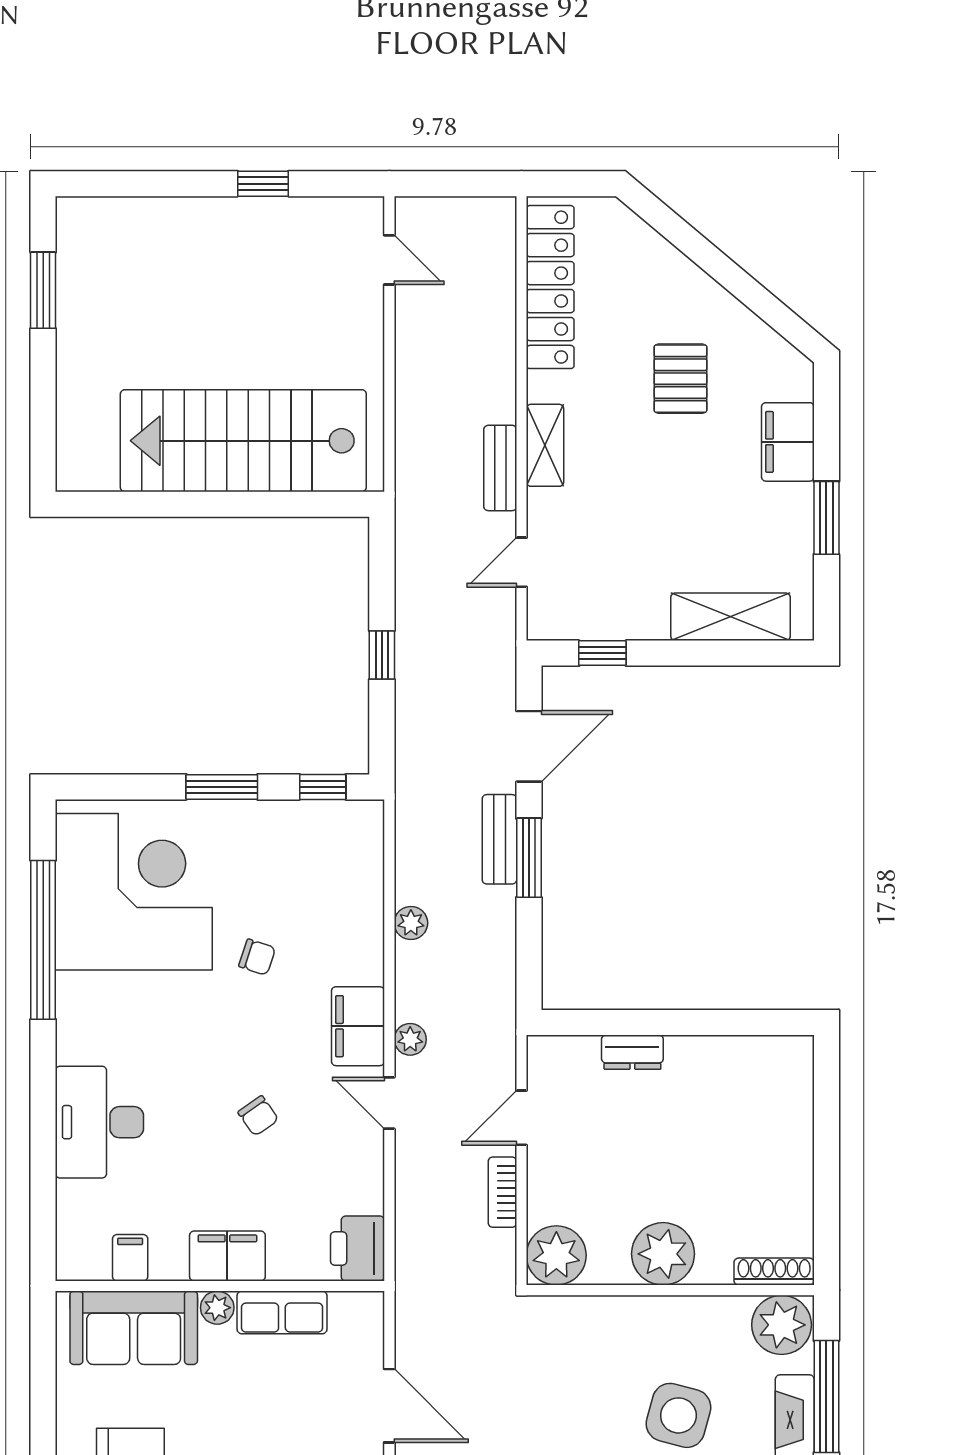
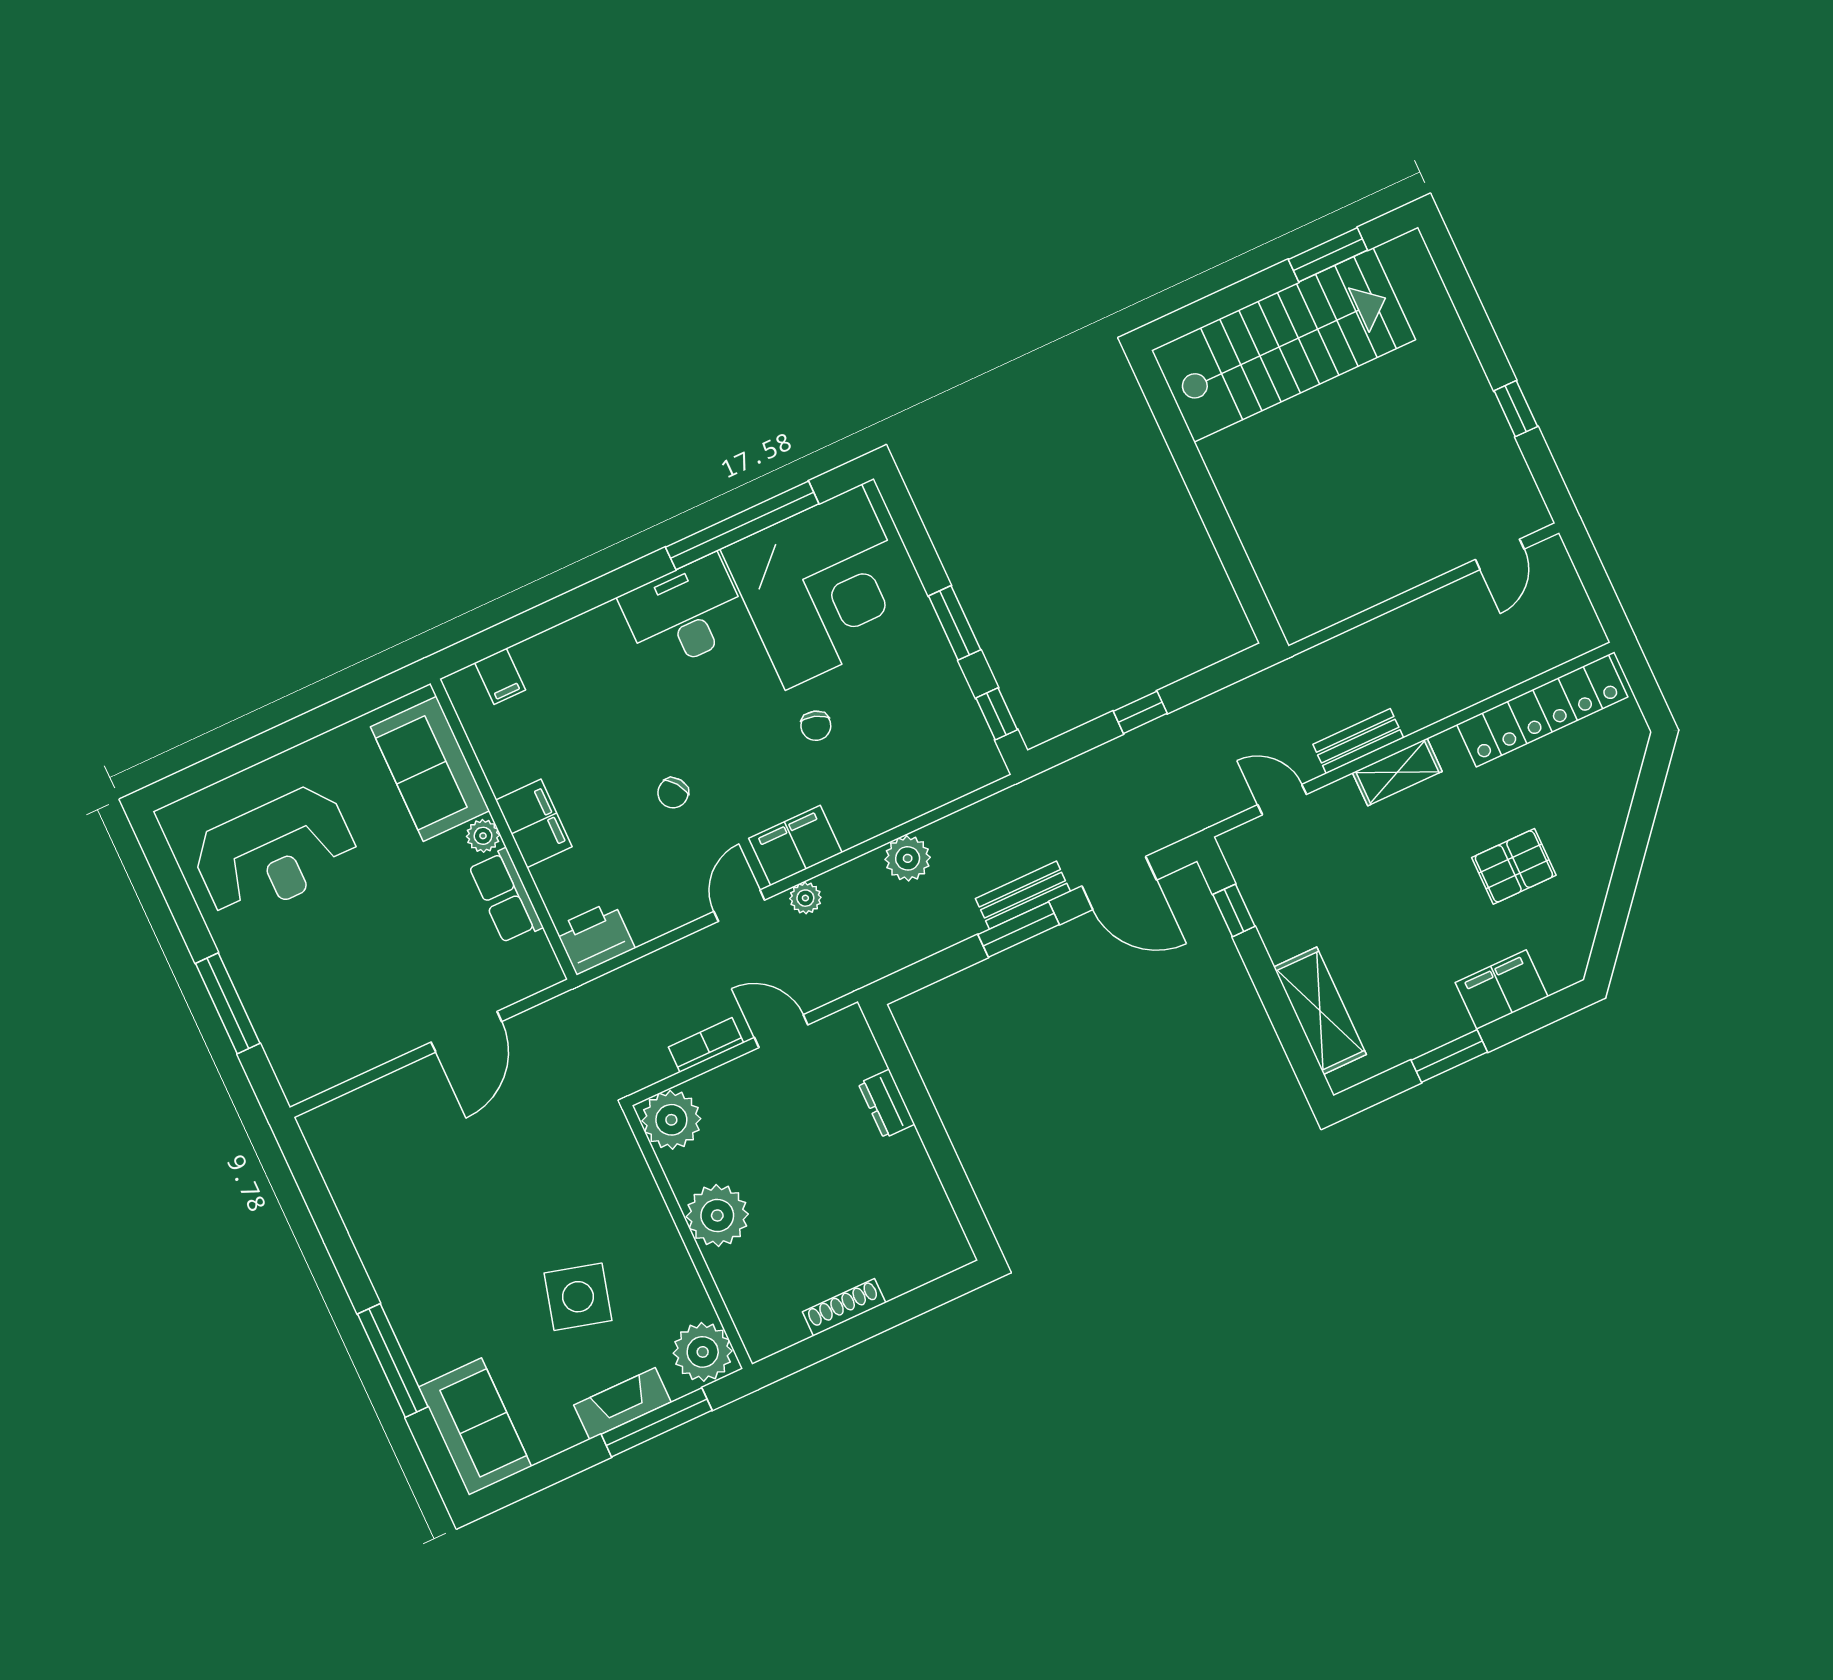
stairs: (243, 441) -> (1283, 345), moved, turned 90
plant: (411, 923) -> (908, 858), width x1.38, depth x1.38
desk: (99, 1122) -> (685, 614), moved
filing cabinet: (130, 1258) -> (500, 676), moved, turned 90
shoe rack: (774, 1272) -> (844, 1307), moved, turned -90

